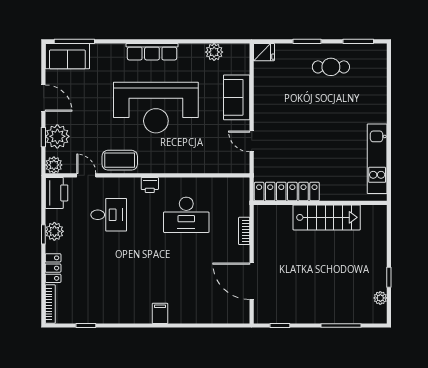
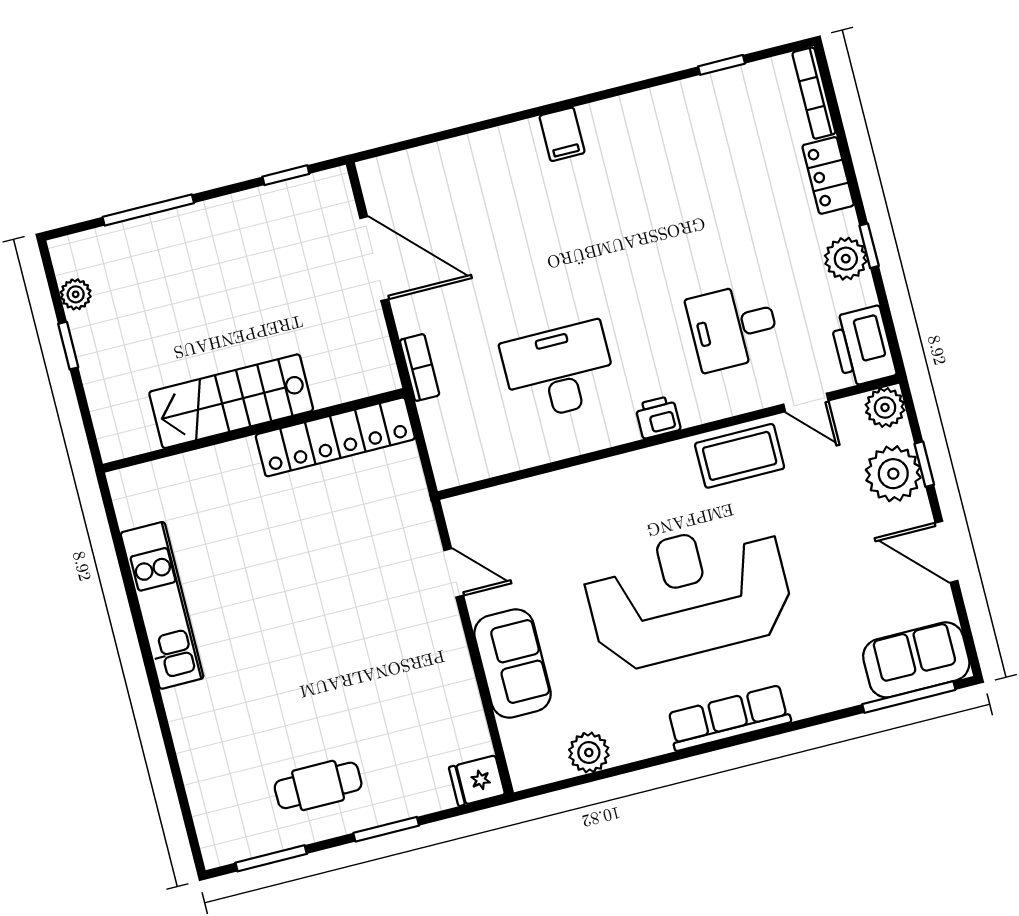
locker: (287, 191) -> (335, 437), moved
wall: (320, 203) -> (254, 430), moved
stairs: (327, 217) -> (231, 401), moved

